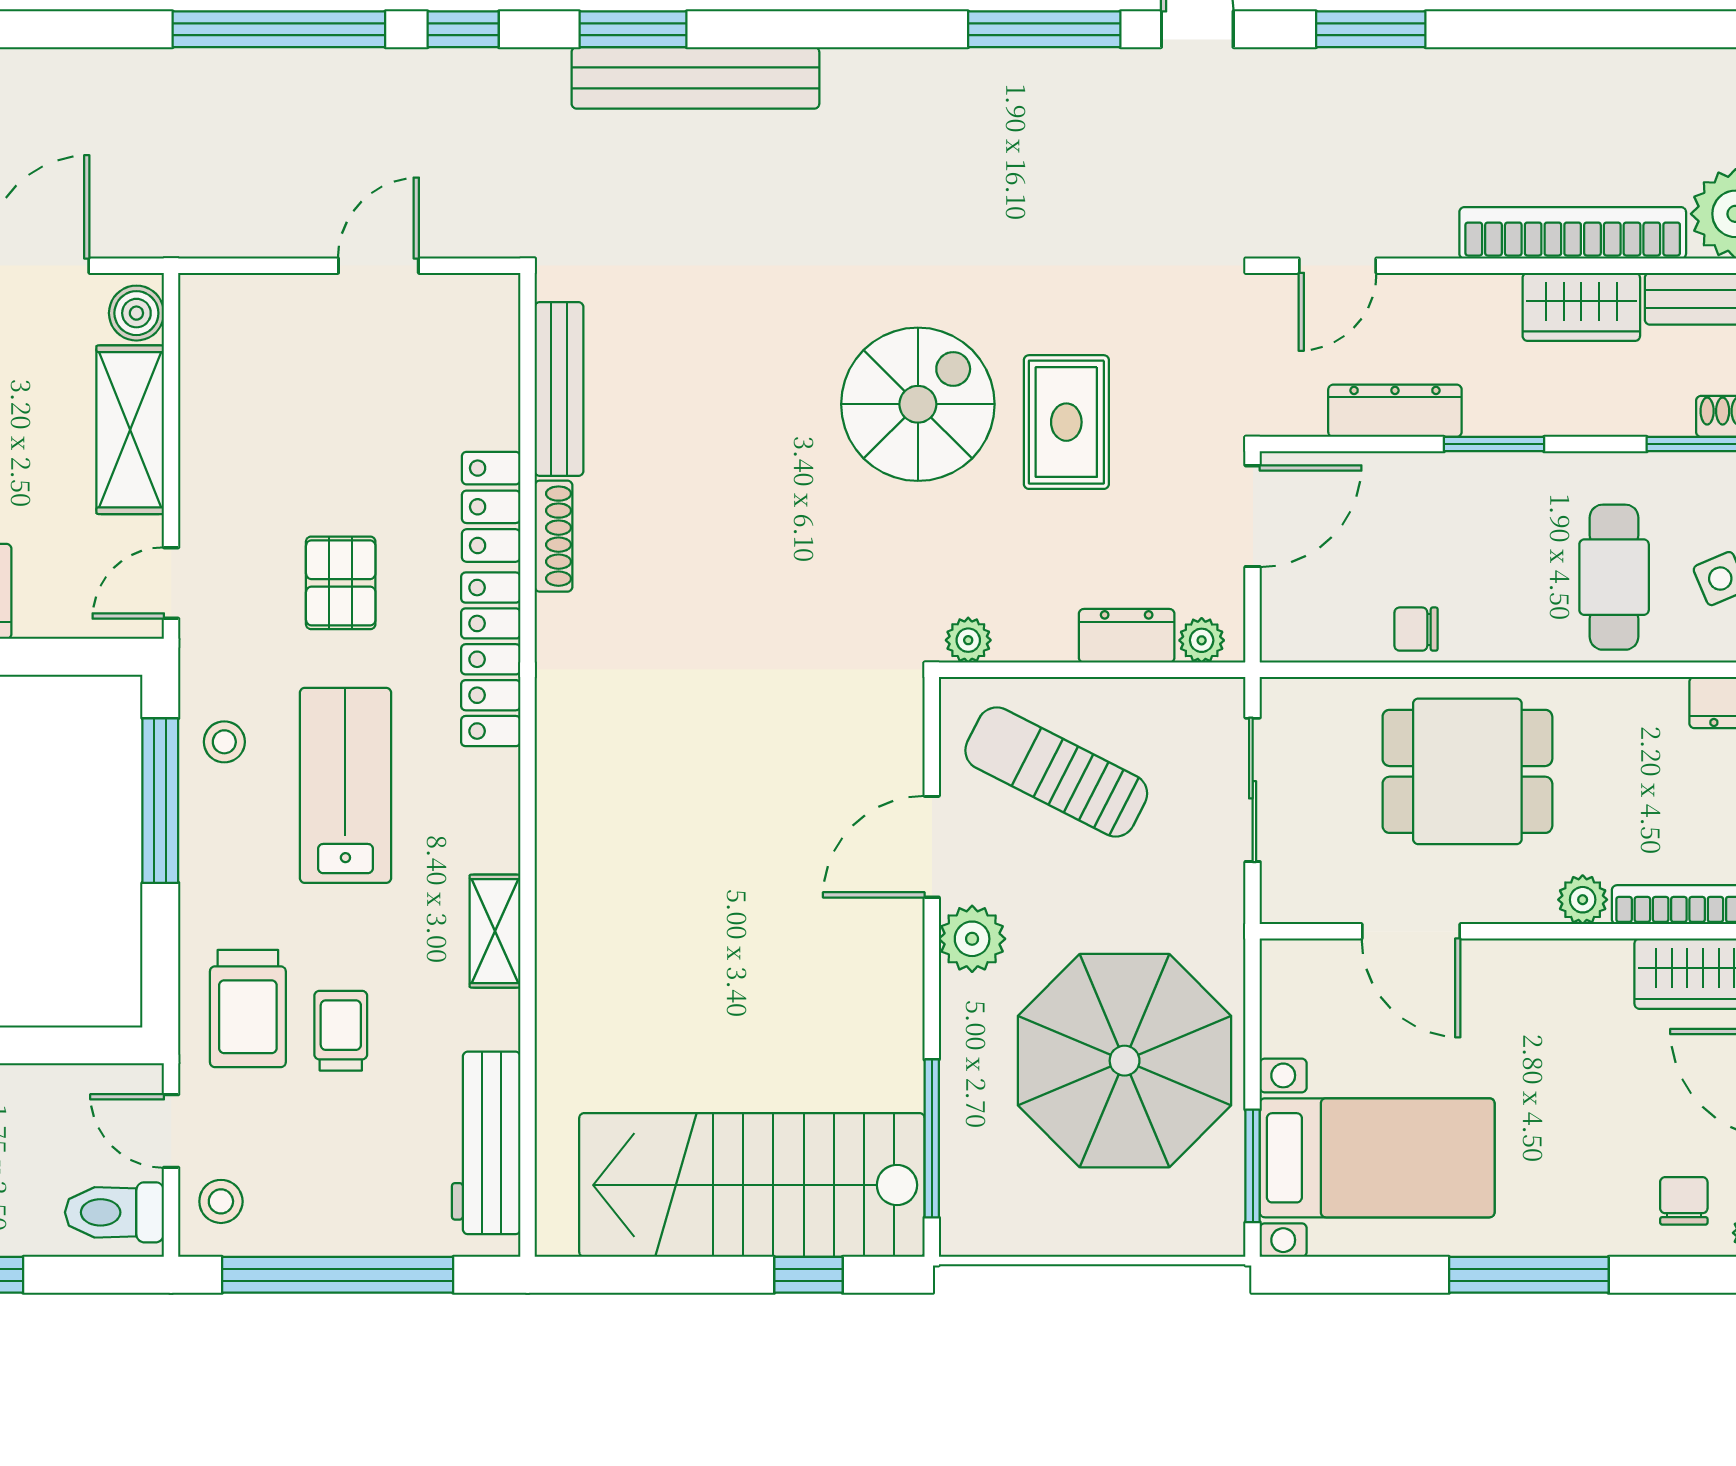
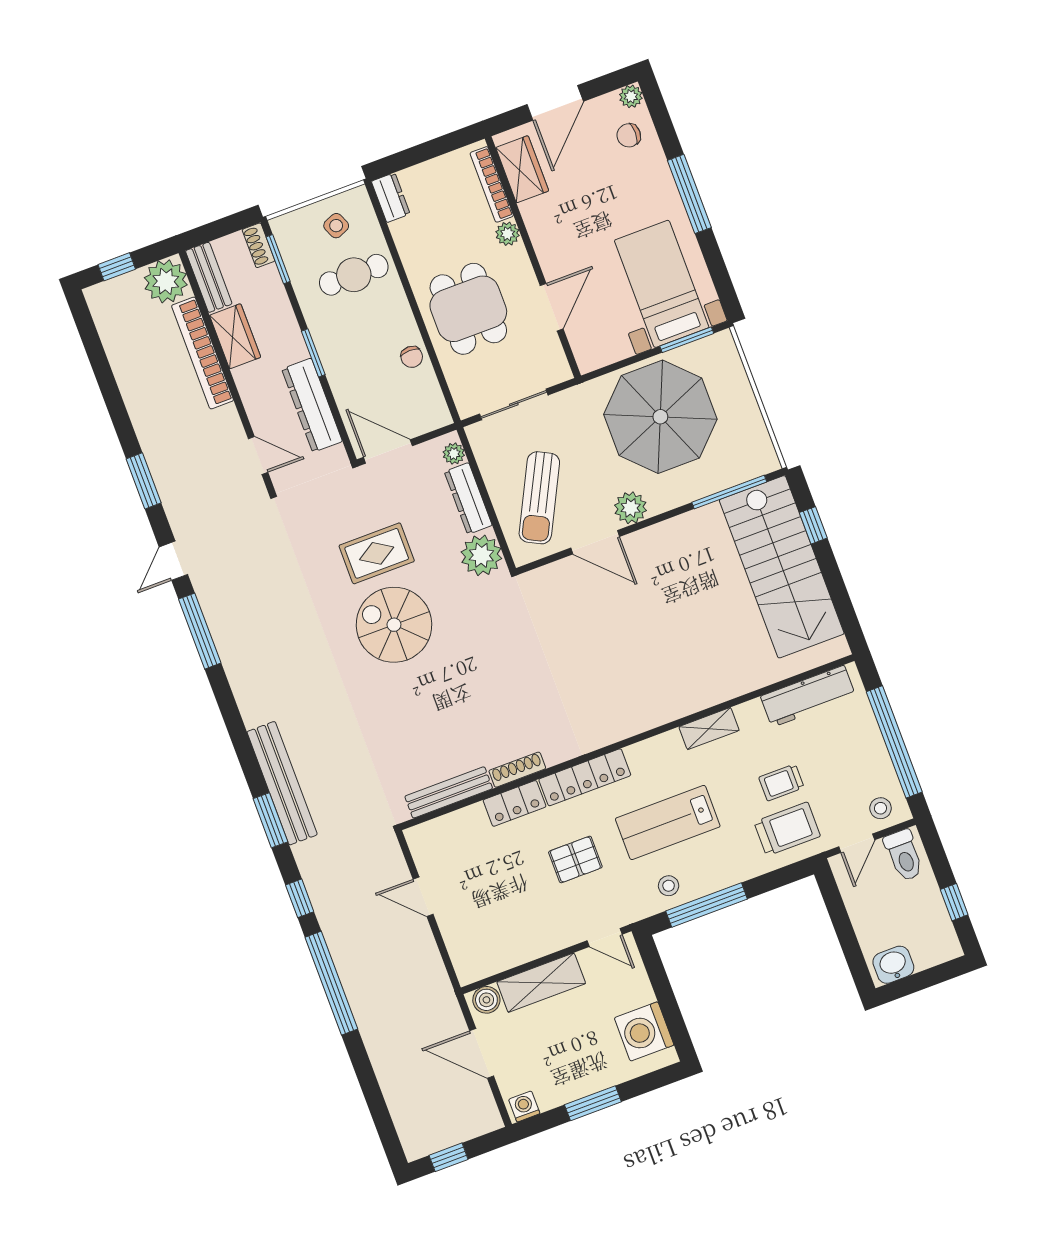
dresser: (1395, 411) -> (312, 405), width x1.37, depth x1.24
dresser: (1127, 636) -> (468, 498), width x1.44
plant: (968, 640) -> (481, 555), width x1.87, depth x1.87

